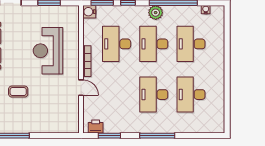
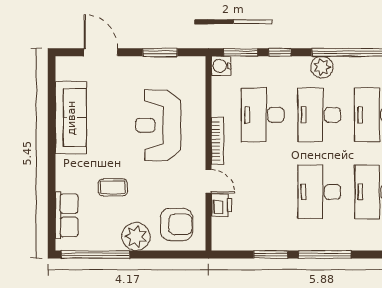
armchair: (60, 116) -> (177, 224), added
plant: (33, 124) -> (136, 237), added
printer: (96, 126) -> (222, 205), moved, turned 90
window: (109, 136) -> (271, 254), moved

